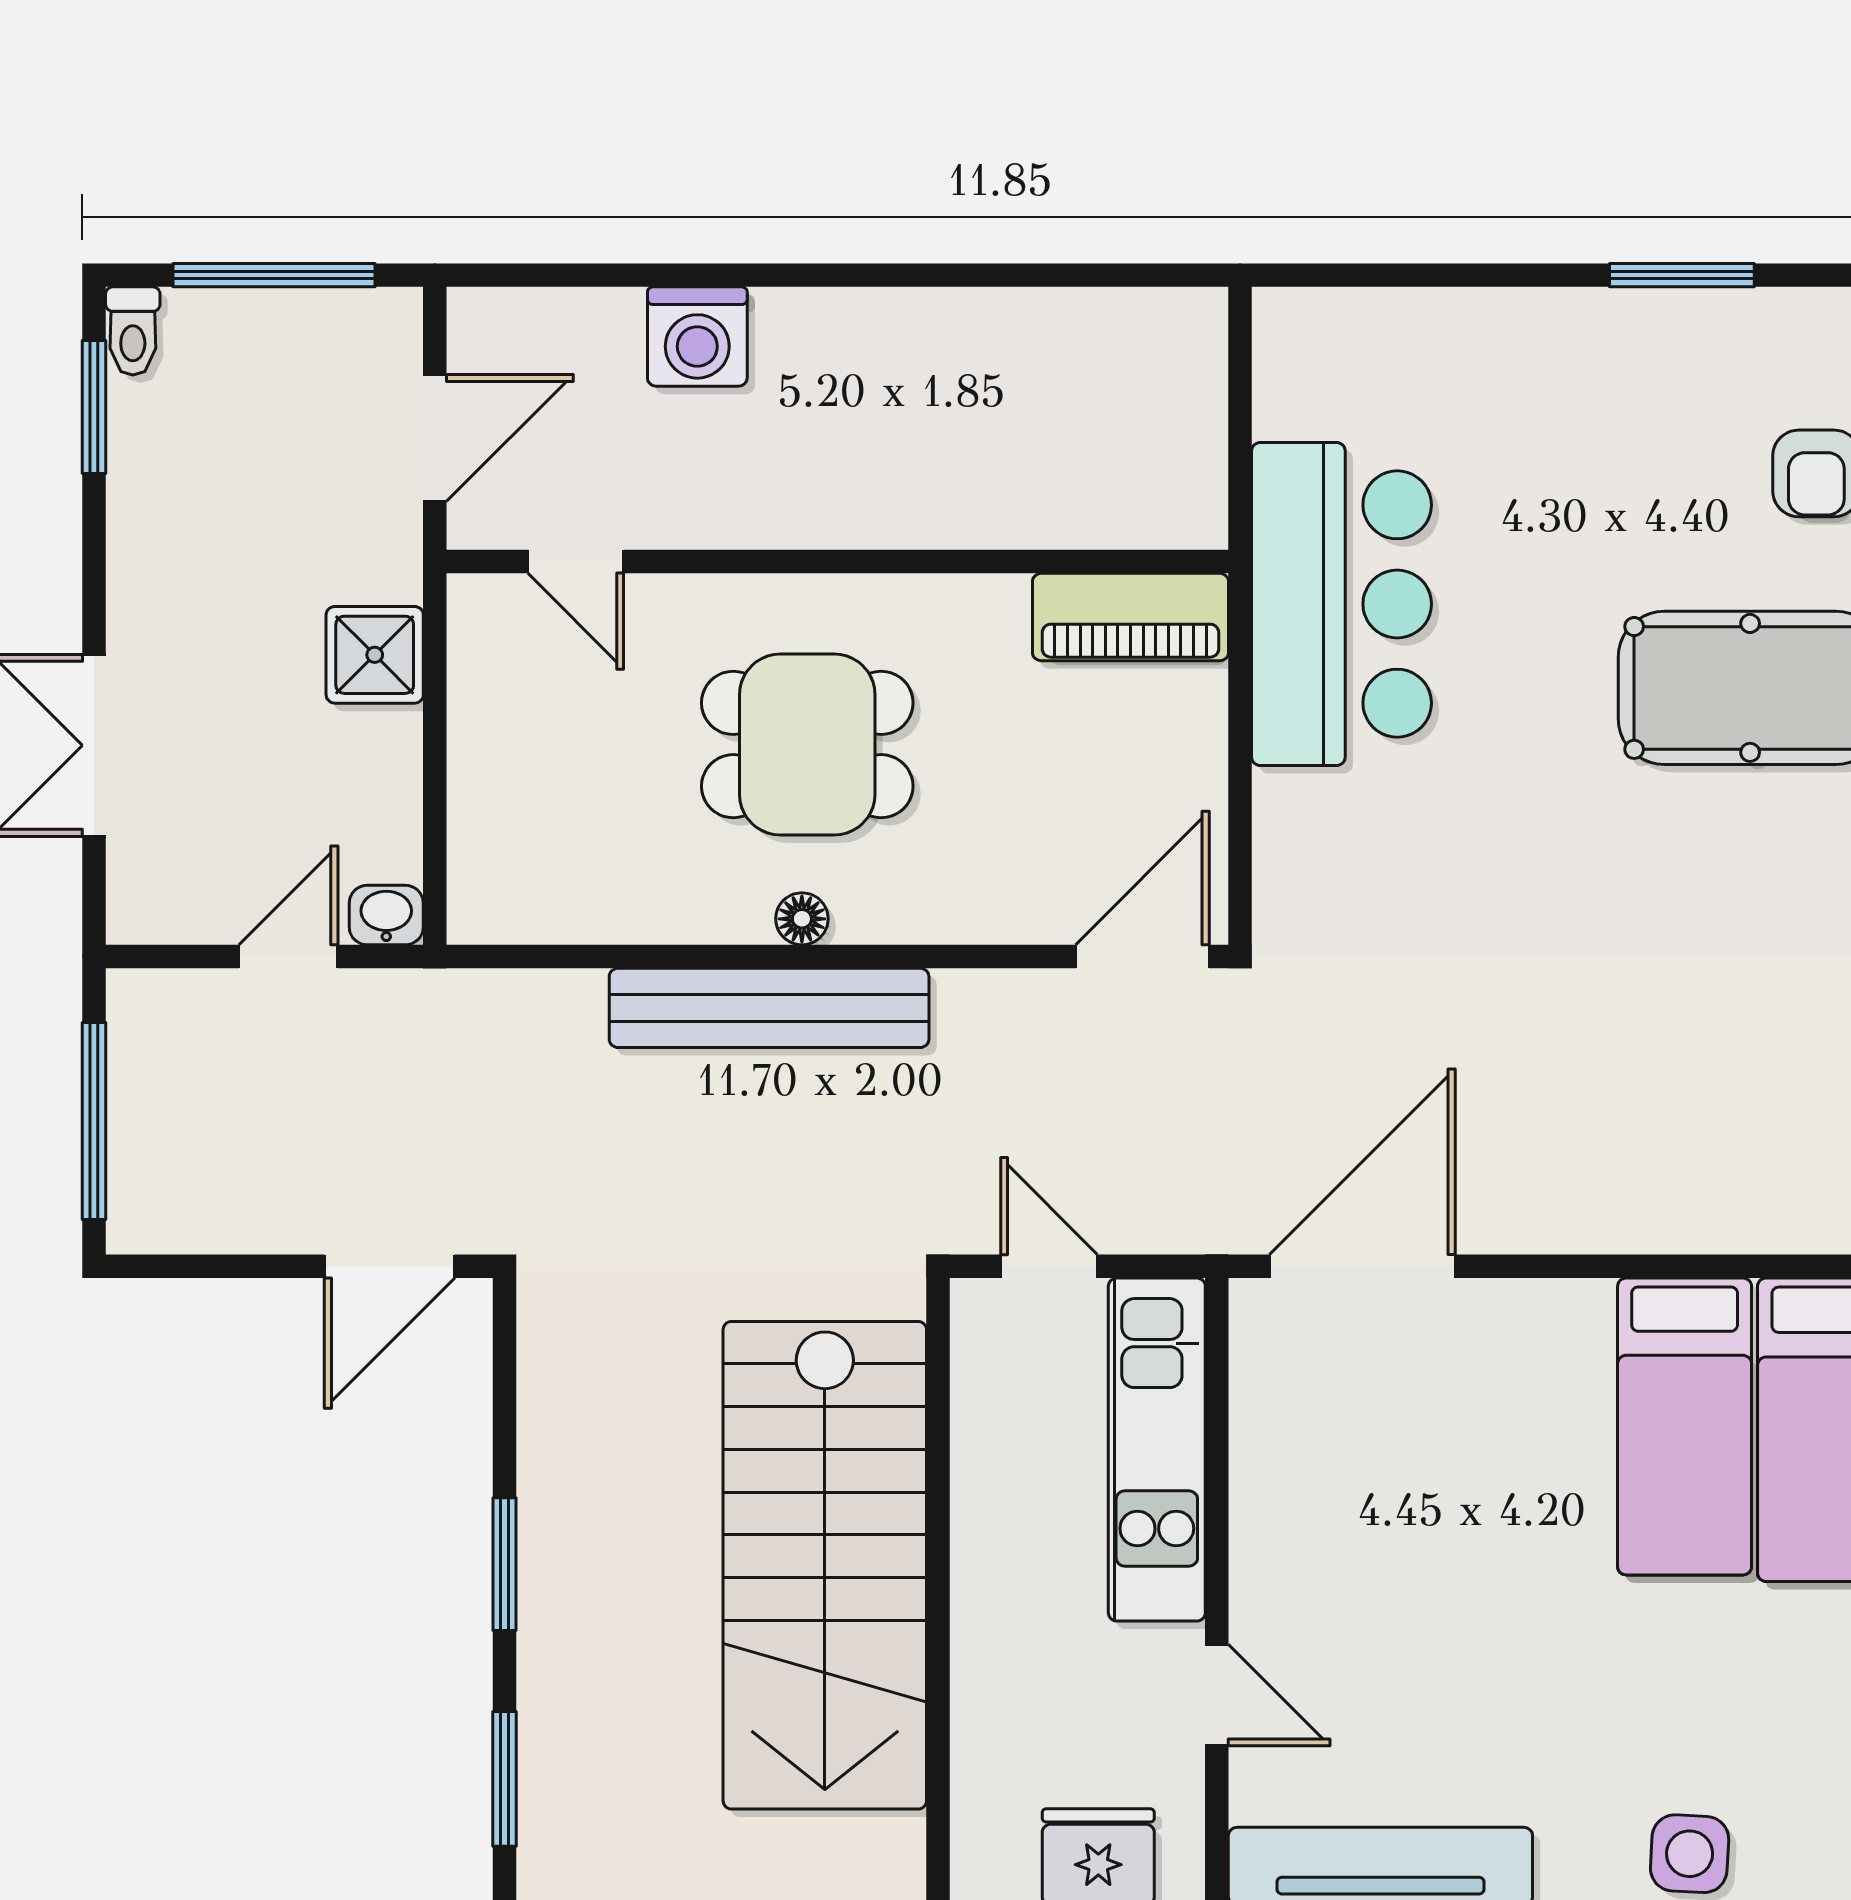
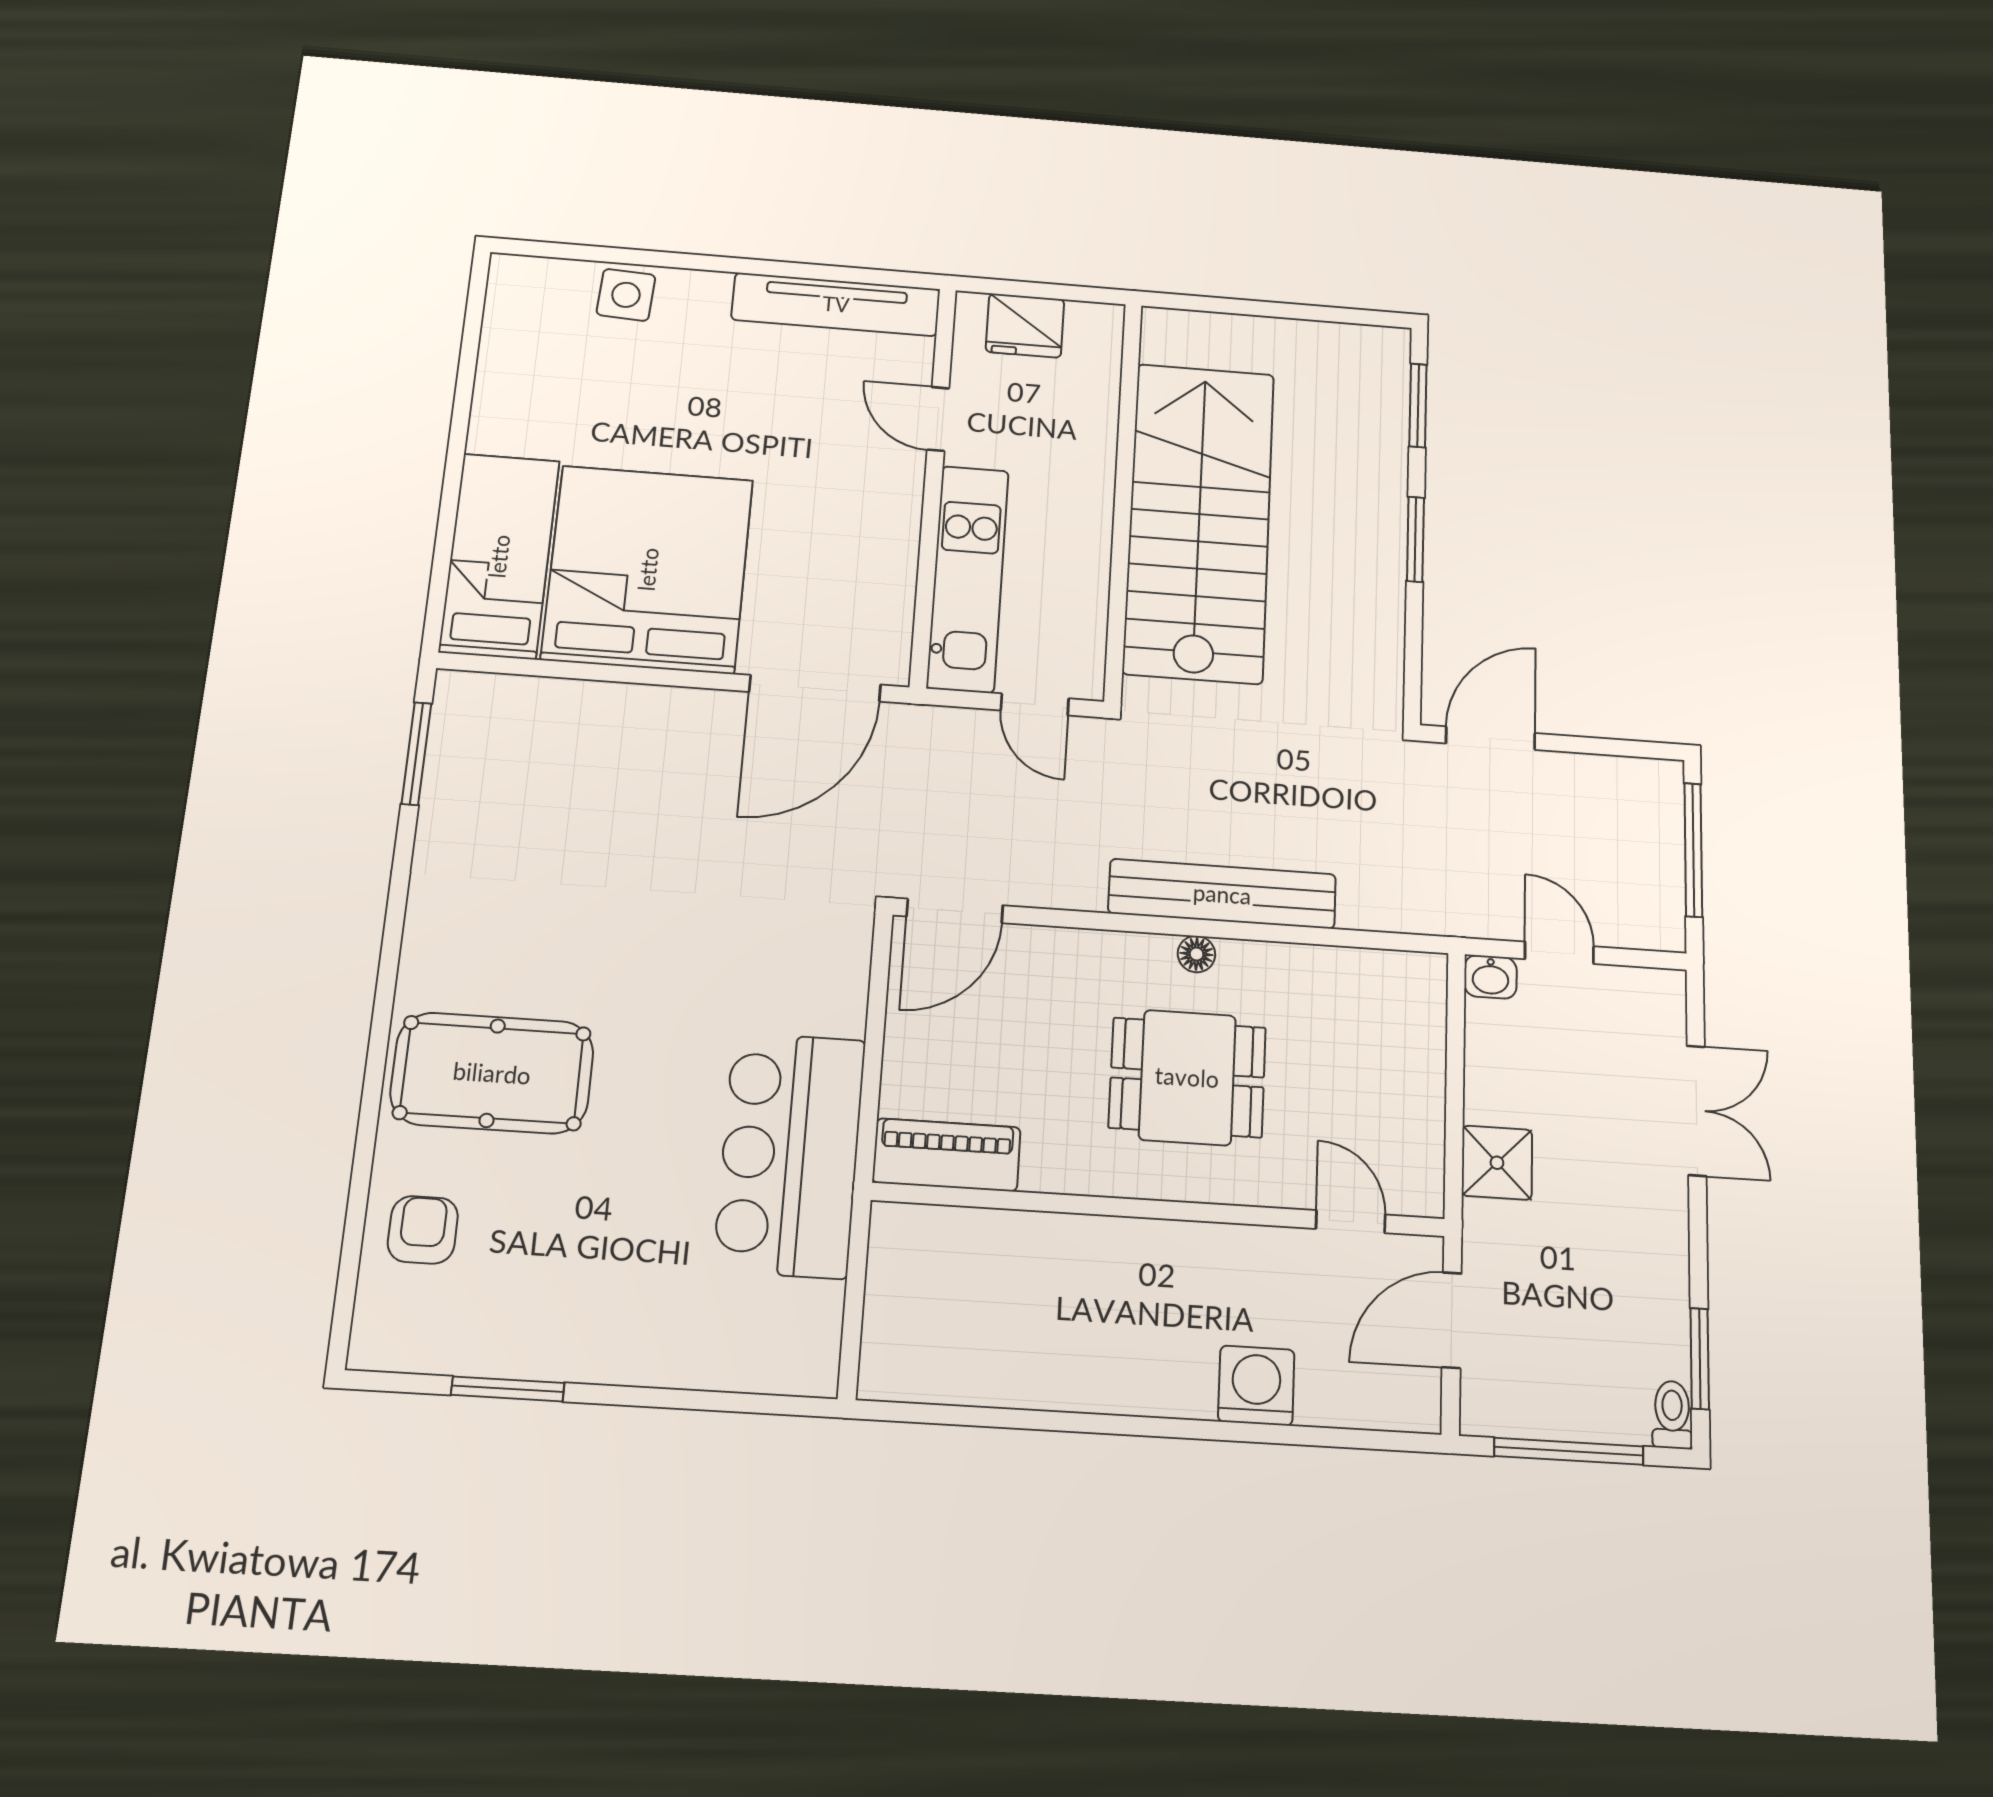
door: (288, 957) -> (1559, 953), swing flipped
bed: (1685, 1426) -> (648, 569), width x2.04

